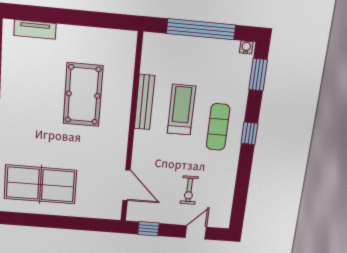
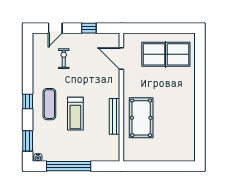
tv unit: (35, 30) -> (174, 156), removed
bench: (144, 102) -> (115, 116), moved
wall: (132, 130) -> (121, 97), moved
door: (126, 185) -> (121, 59), moved

